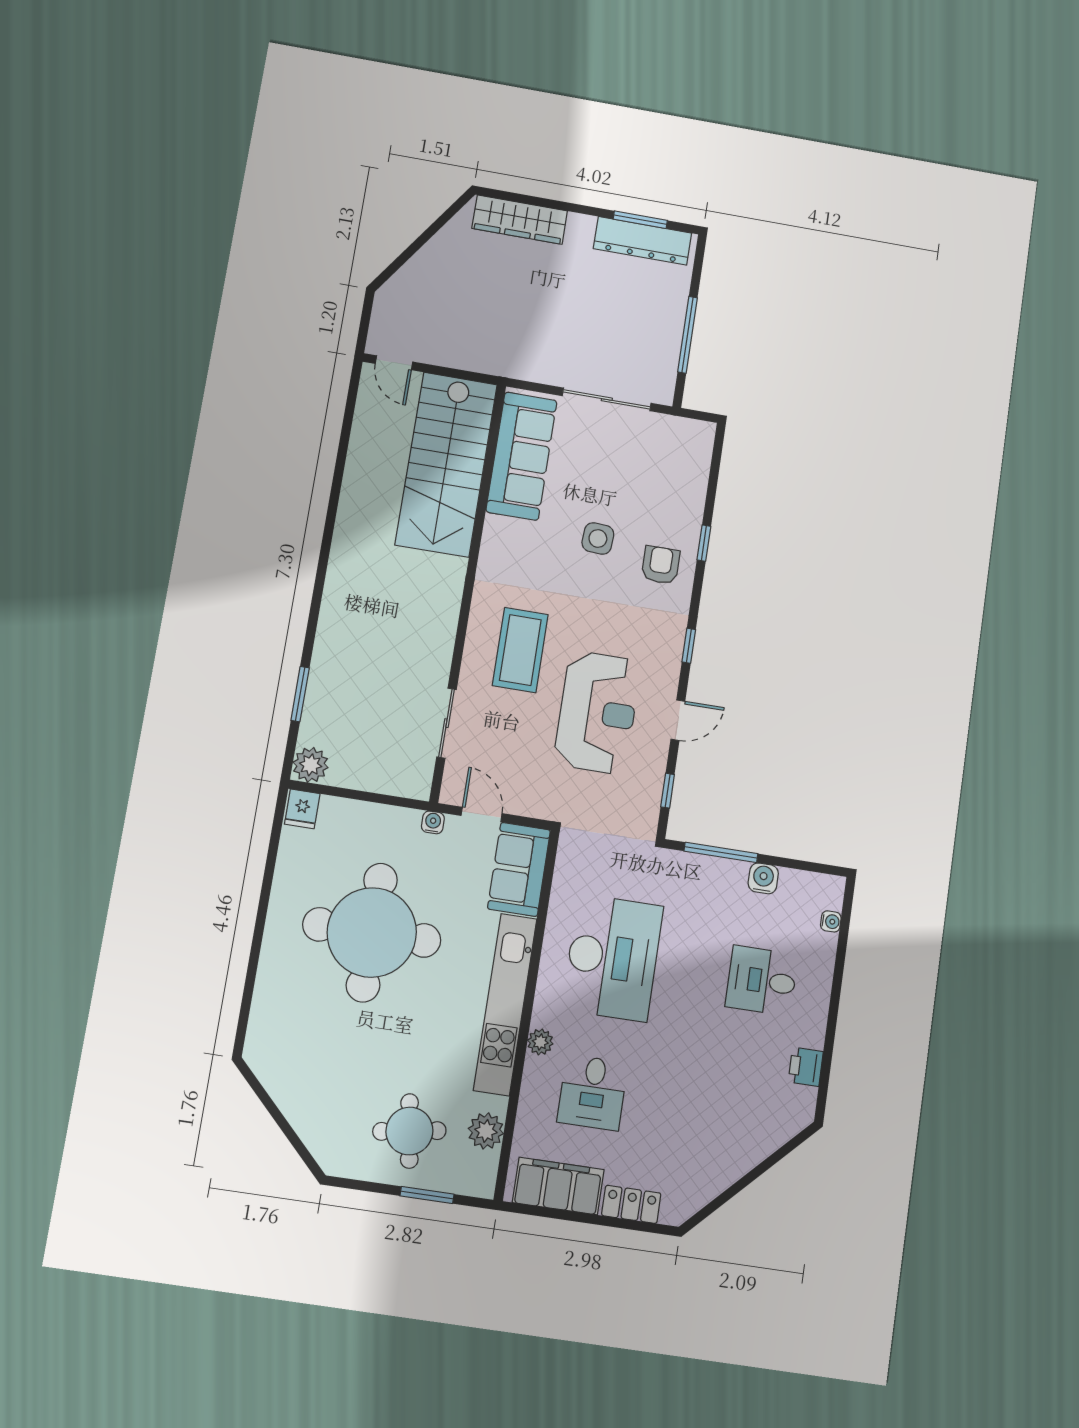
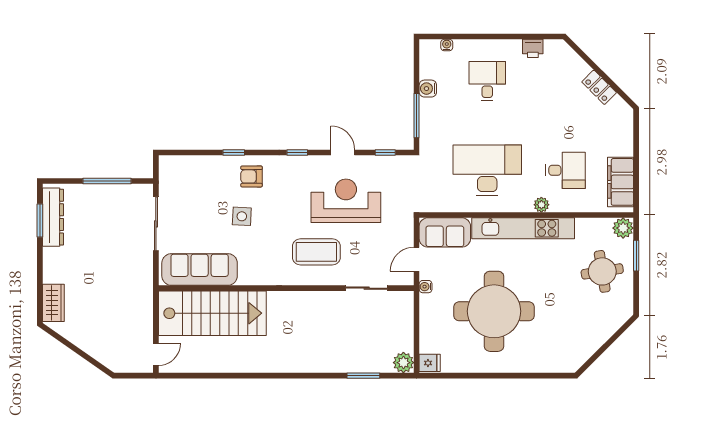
wardrobe: (520, 220) -> (53, 303), width x0.67
desk: (762, 981) -> (487, 81), turned 180
plant: (486, 1131) -> (623, 228), moved
locker: (631, 1204) -> (599, 87), moved, turned -45

